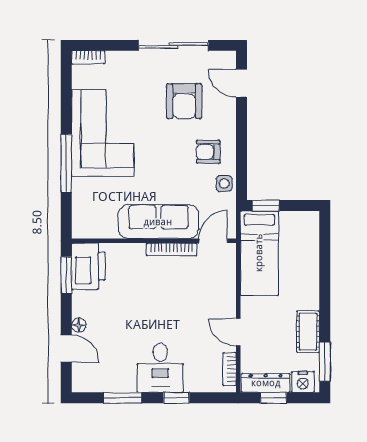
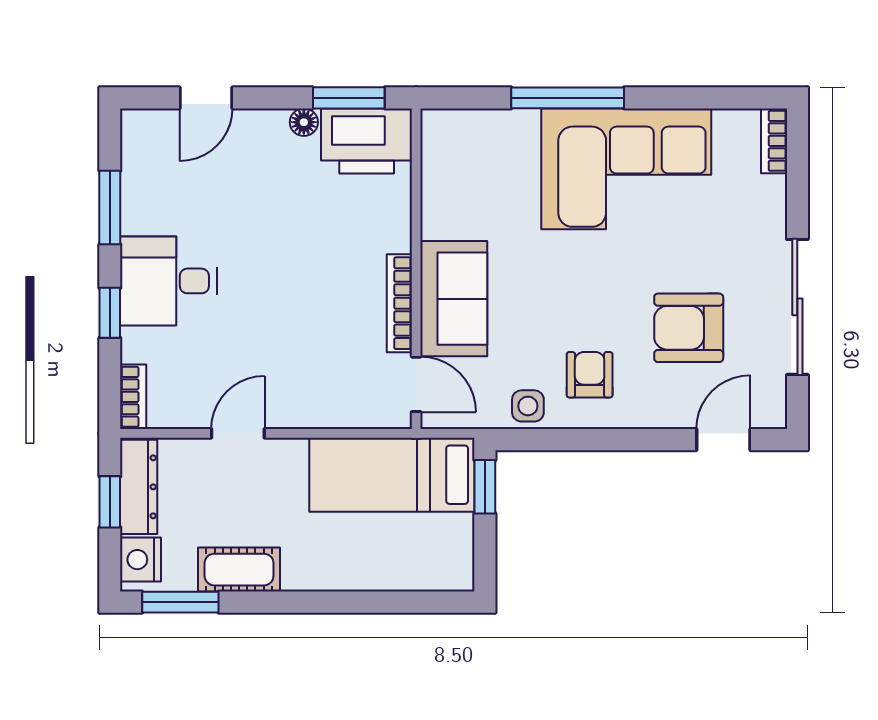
sofa: (158, 222) -> (454, 299), width x0.73
floor lamp: (79, 325) -> (304, 122), moved
bookcase: (229, 369) -> (133, 397), moved, turned 90

